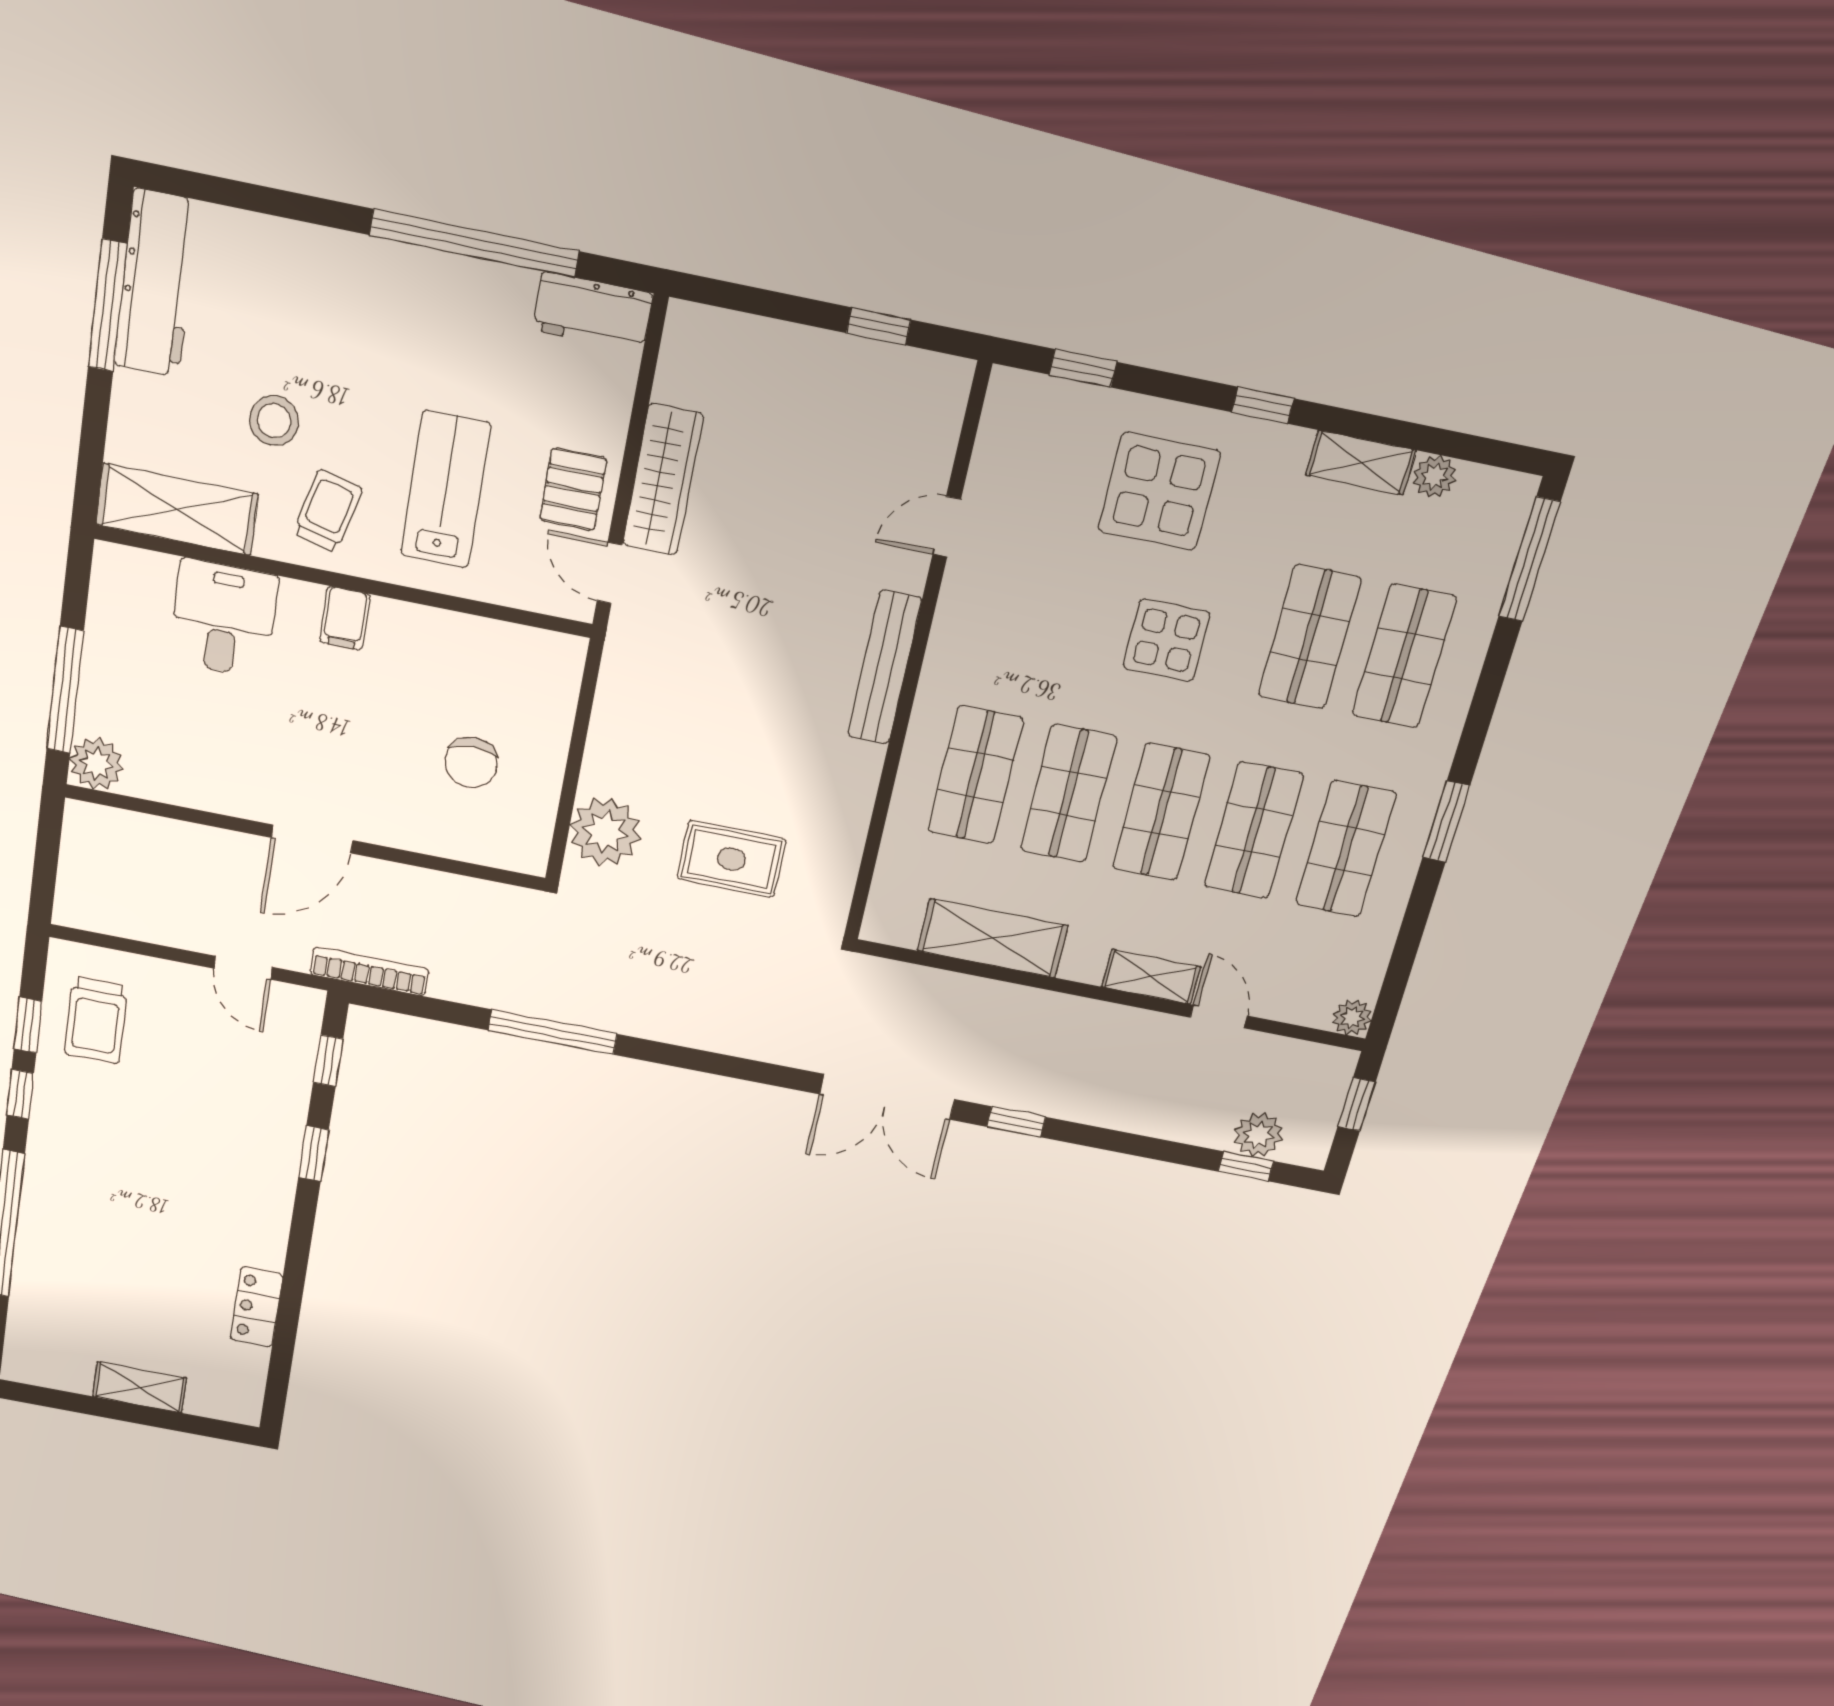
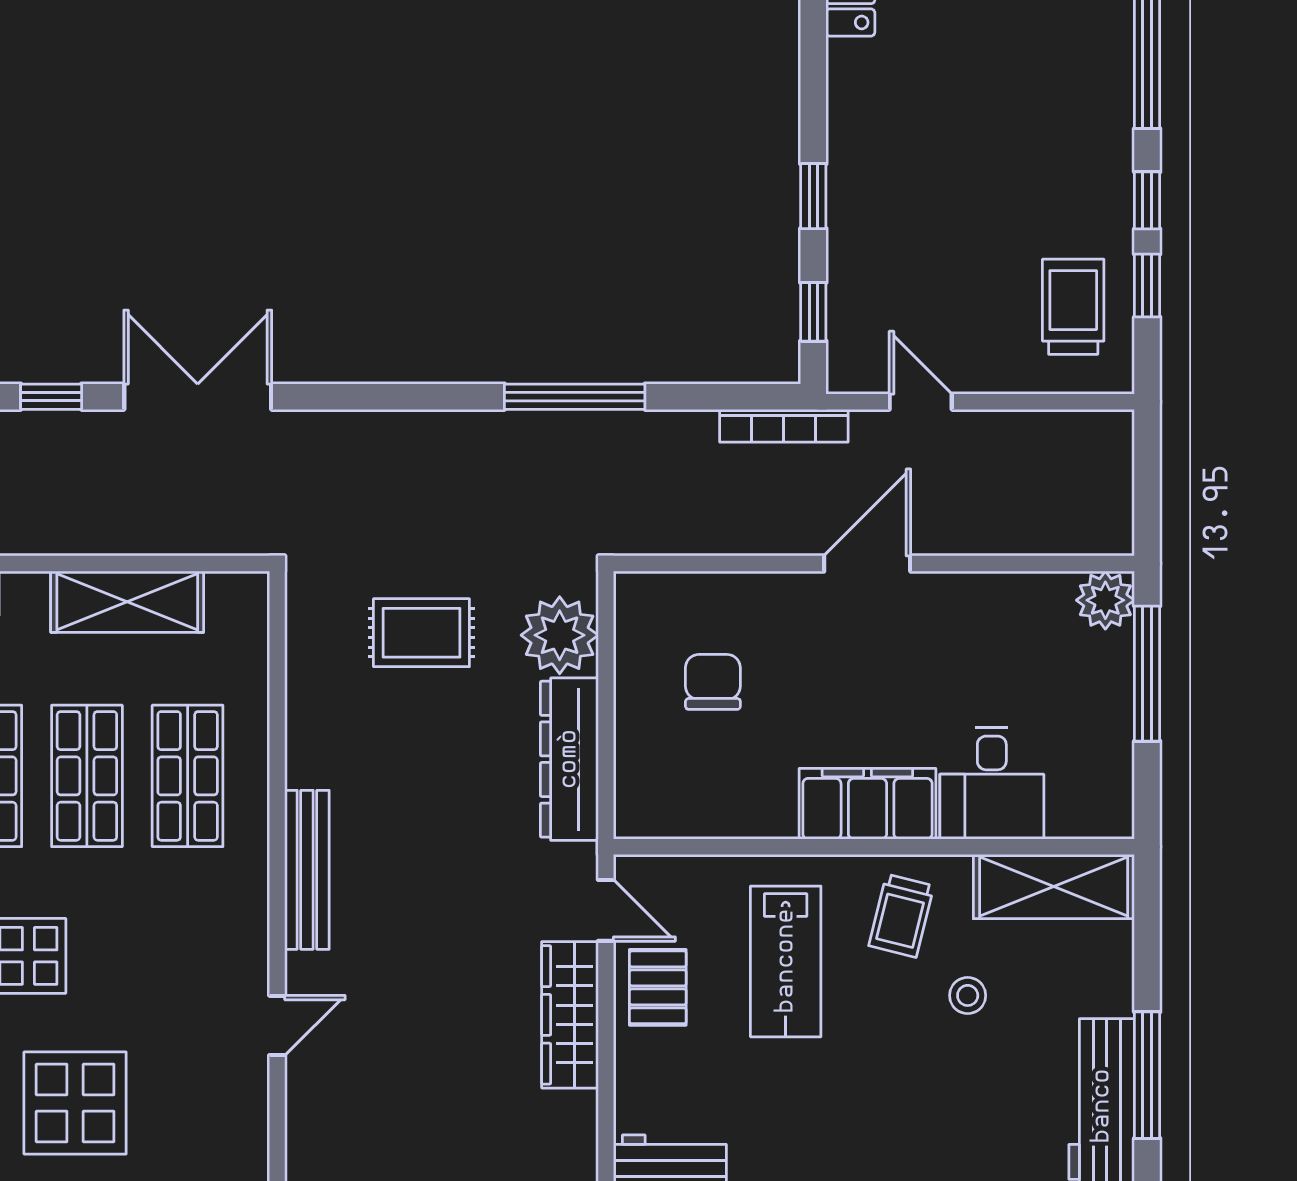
stool: (274, 421) -> (968, 995), width x0.73, depth x0.73
filing cabinet: (345, 618) -> (867, 804), width x3.00, depth x1.17
dresser: (618, 720) -> (569, 759), added

